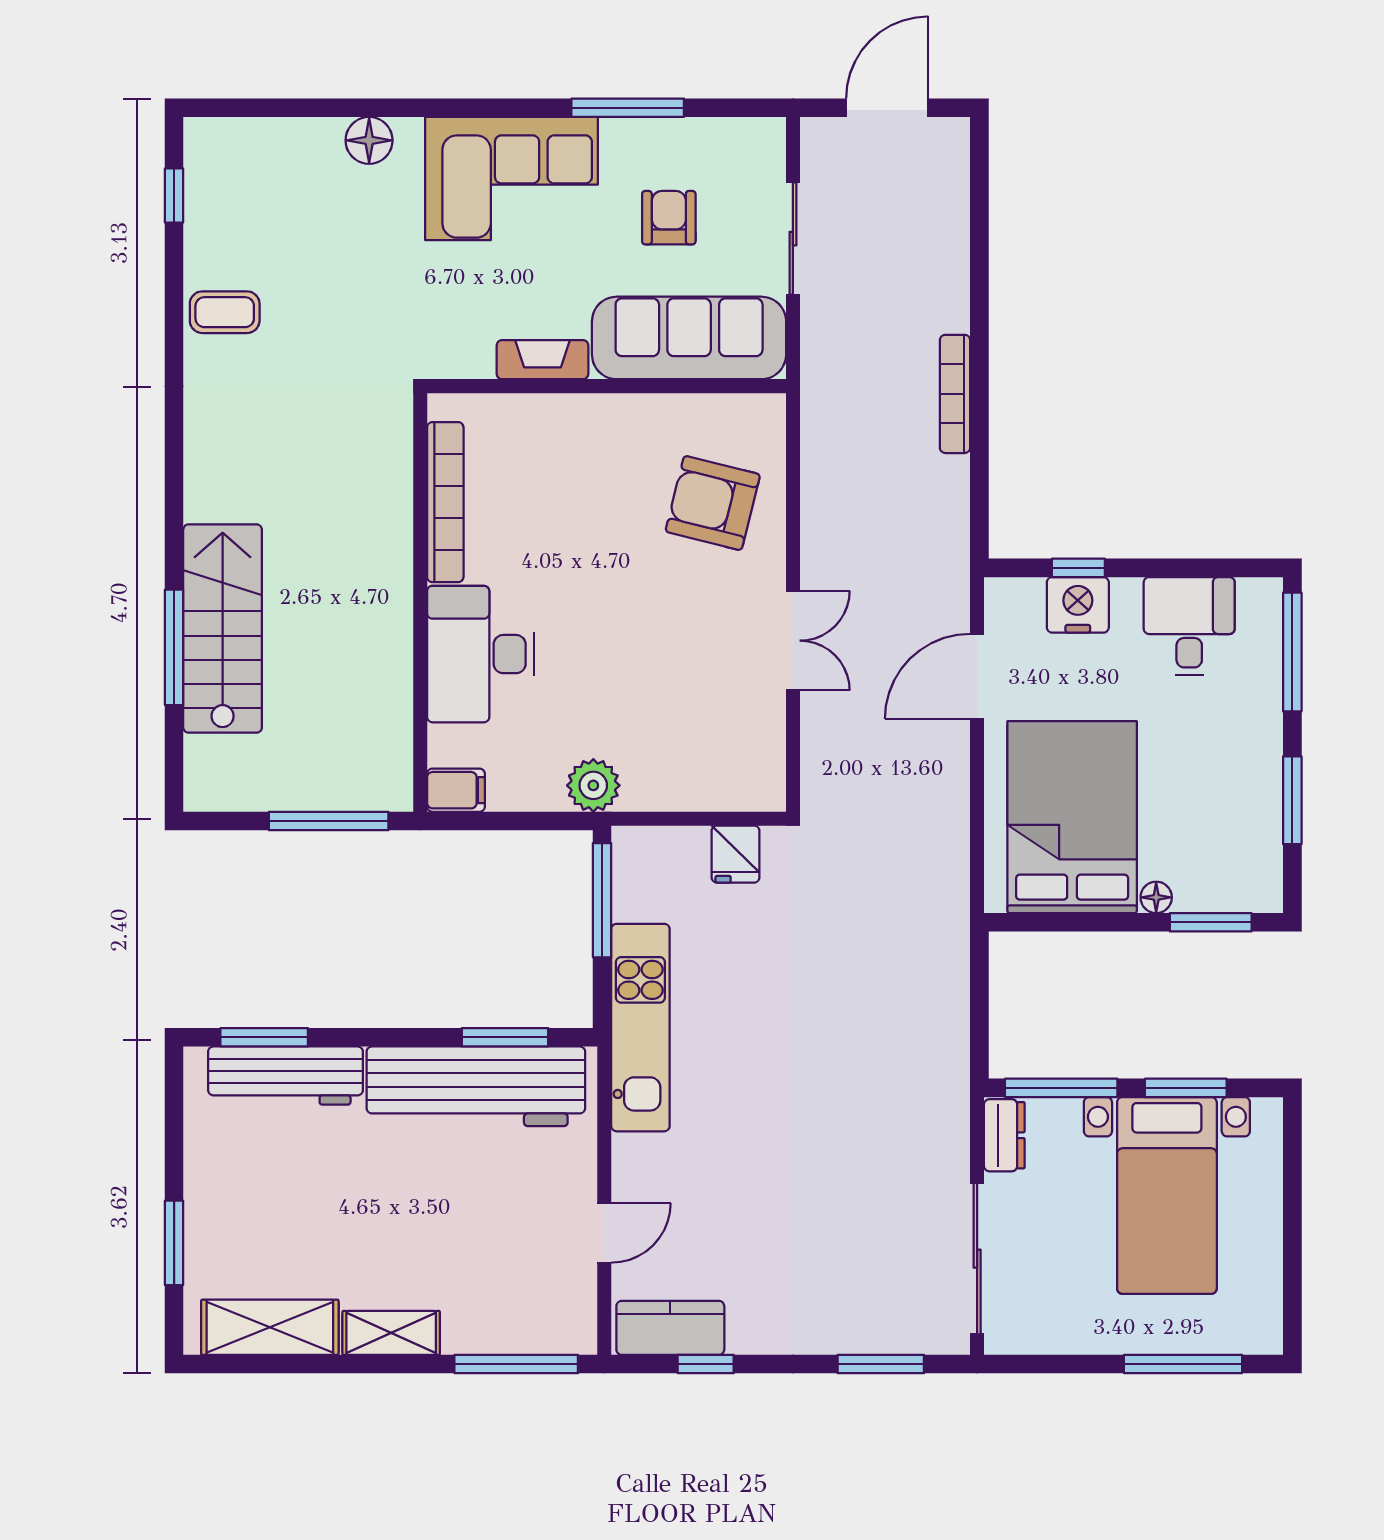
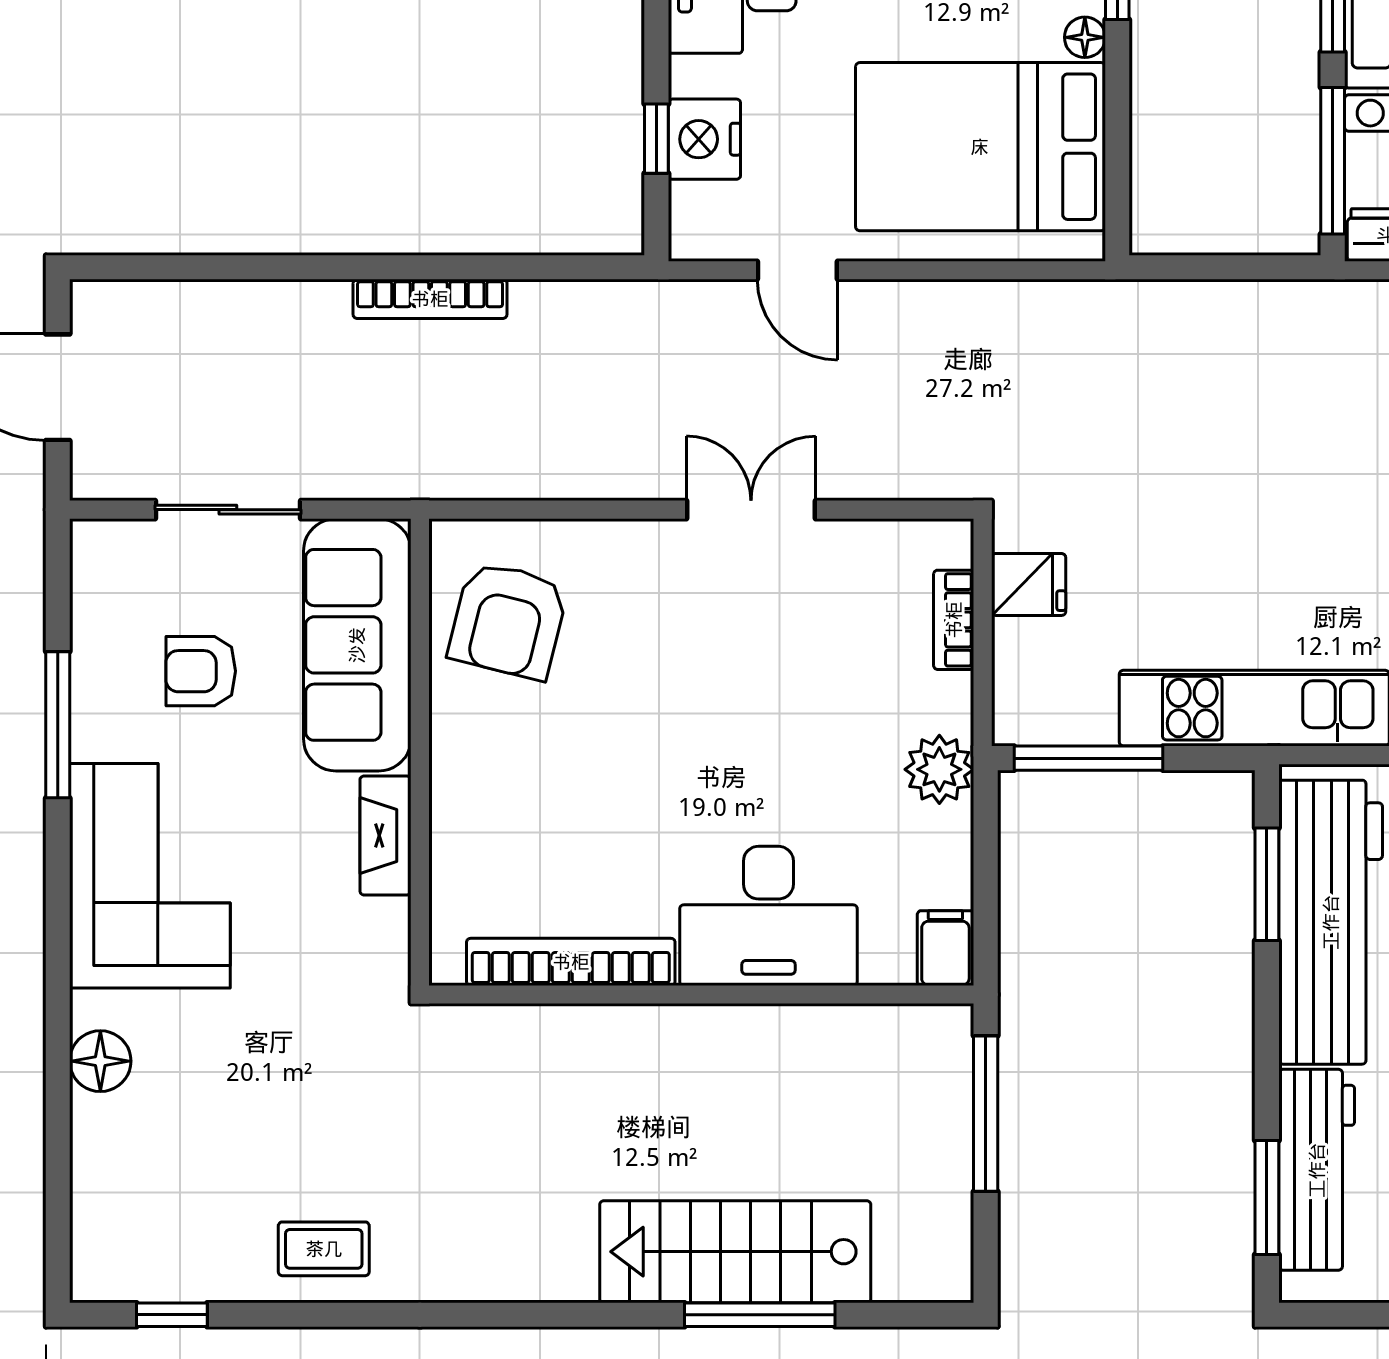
coffee table: (225, 312) -> (324, 1249), turned 90
armchair: (713, 503) -> (508, 620), moved
door: (977, 676) -> (797, 270), width x0.73
bookcase: (708, 796) -> (954, 620), added

